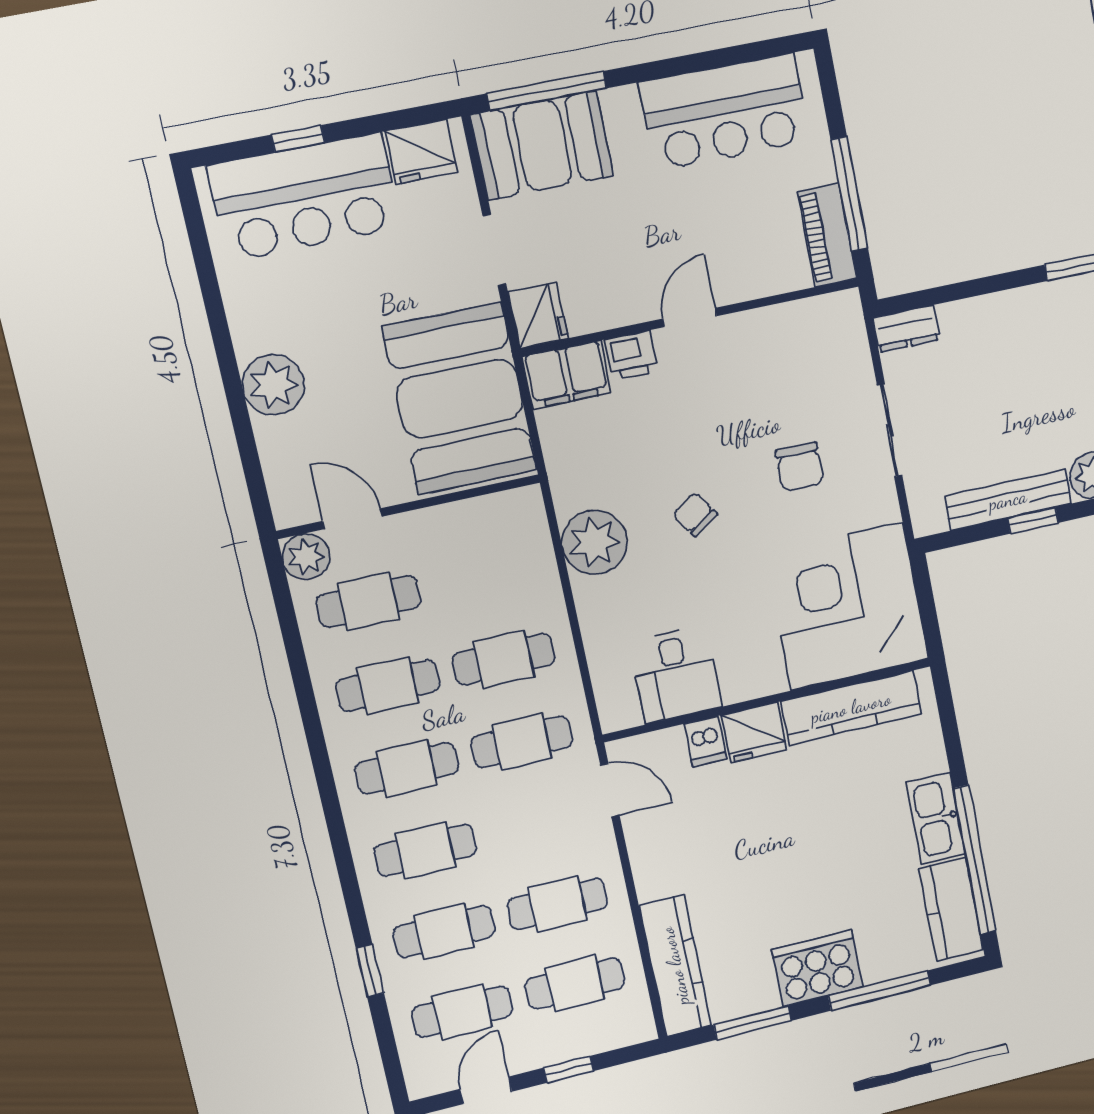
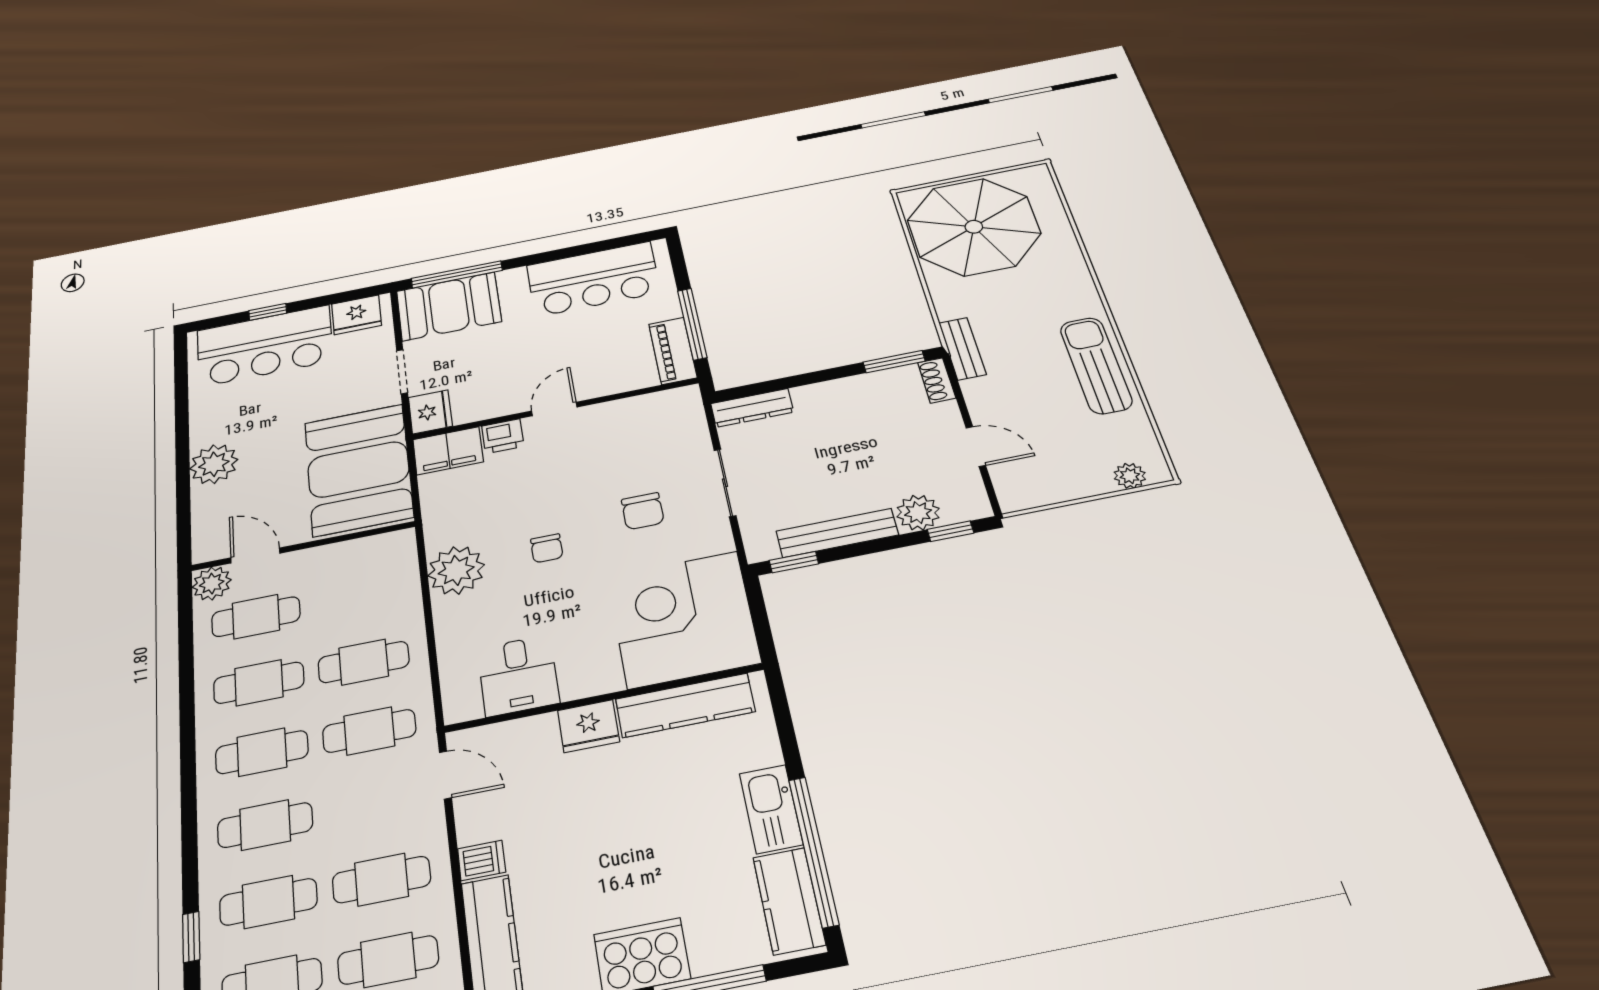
dresser: (906, 329) -> (752, 408), width x1.44
chair: (695, 514) -> (547, 548), turned -146
window: (1033, 520) -> (794, 562), moved
dishwasher: (705, 741) -> (482, 860), moved, turned -90

